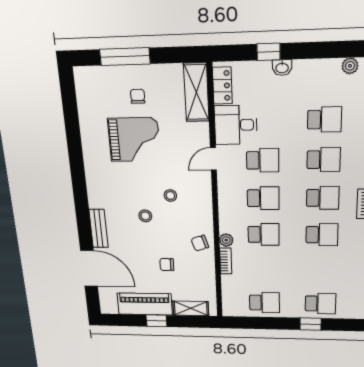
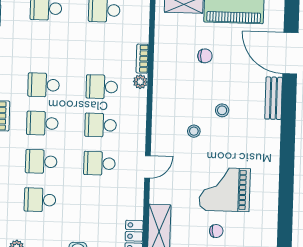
chair: (138, 96) -> (216, 231), turned -97
desk: (236, 125) -> (124, 199), removed
chair: (200, 243) -> (168, 79), removed

